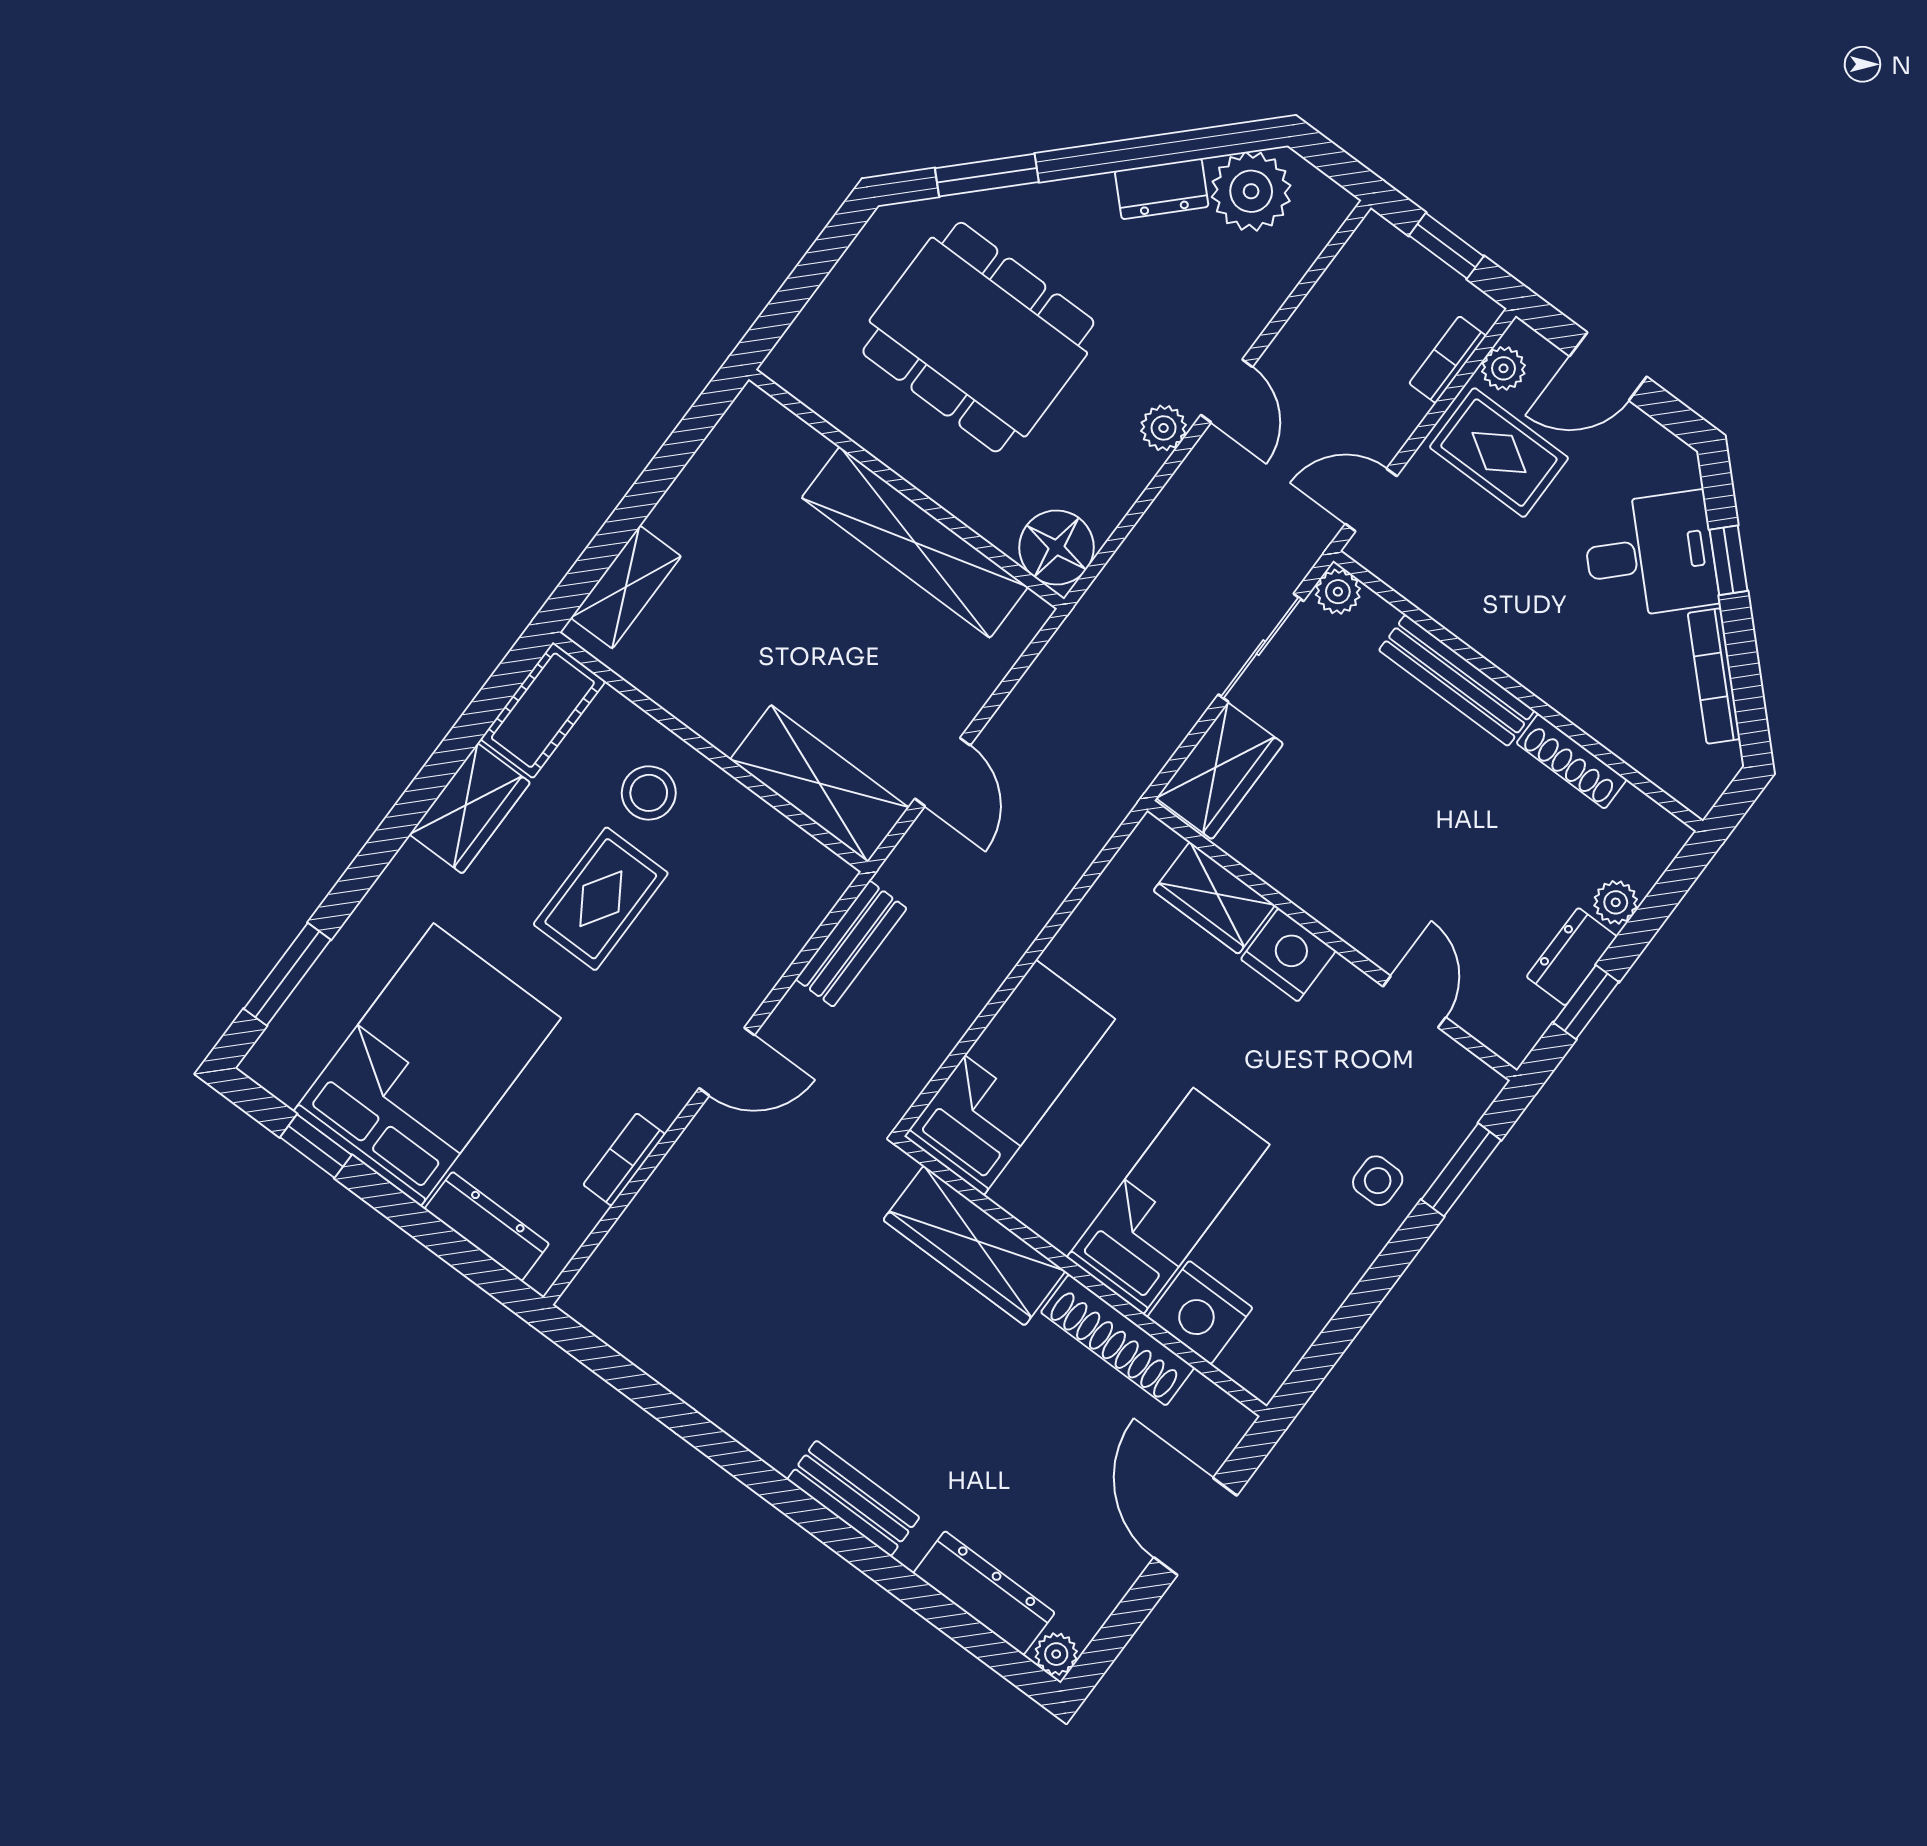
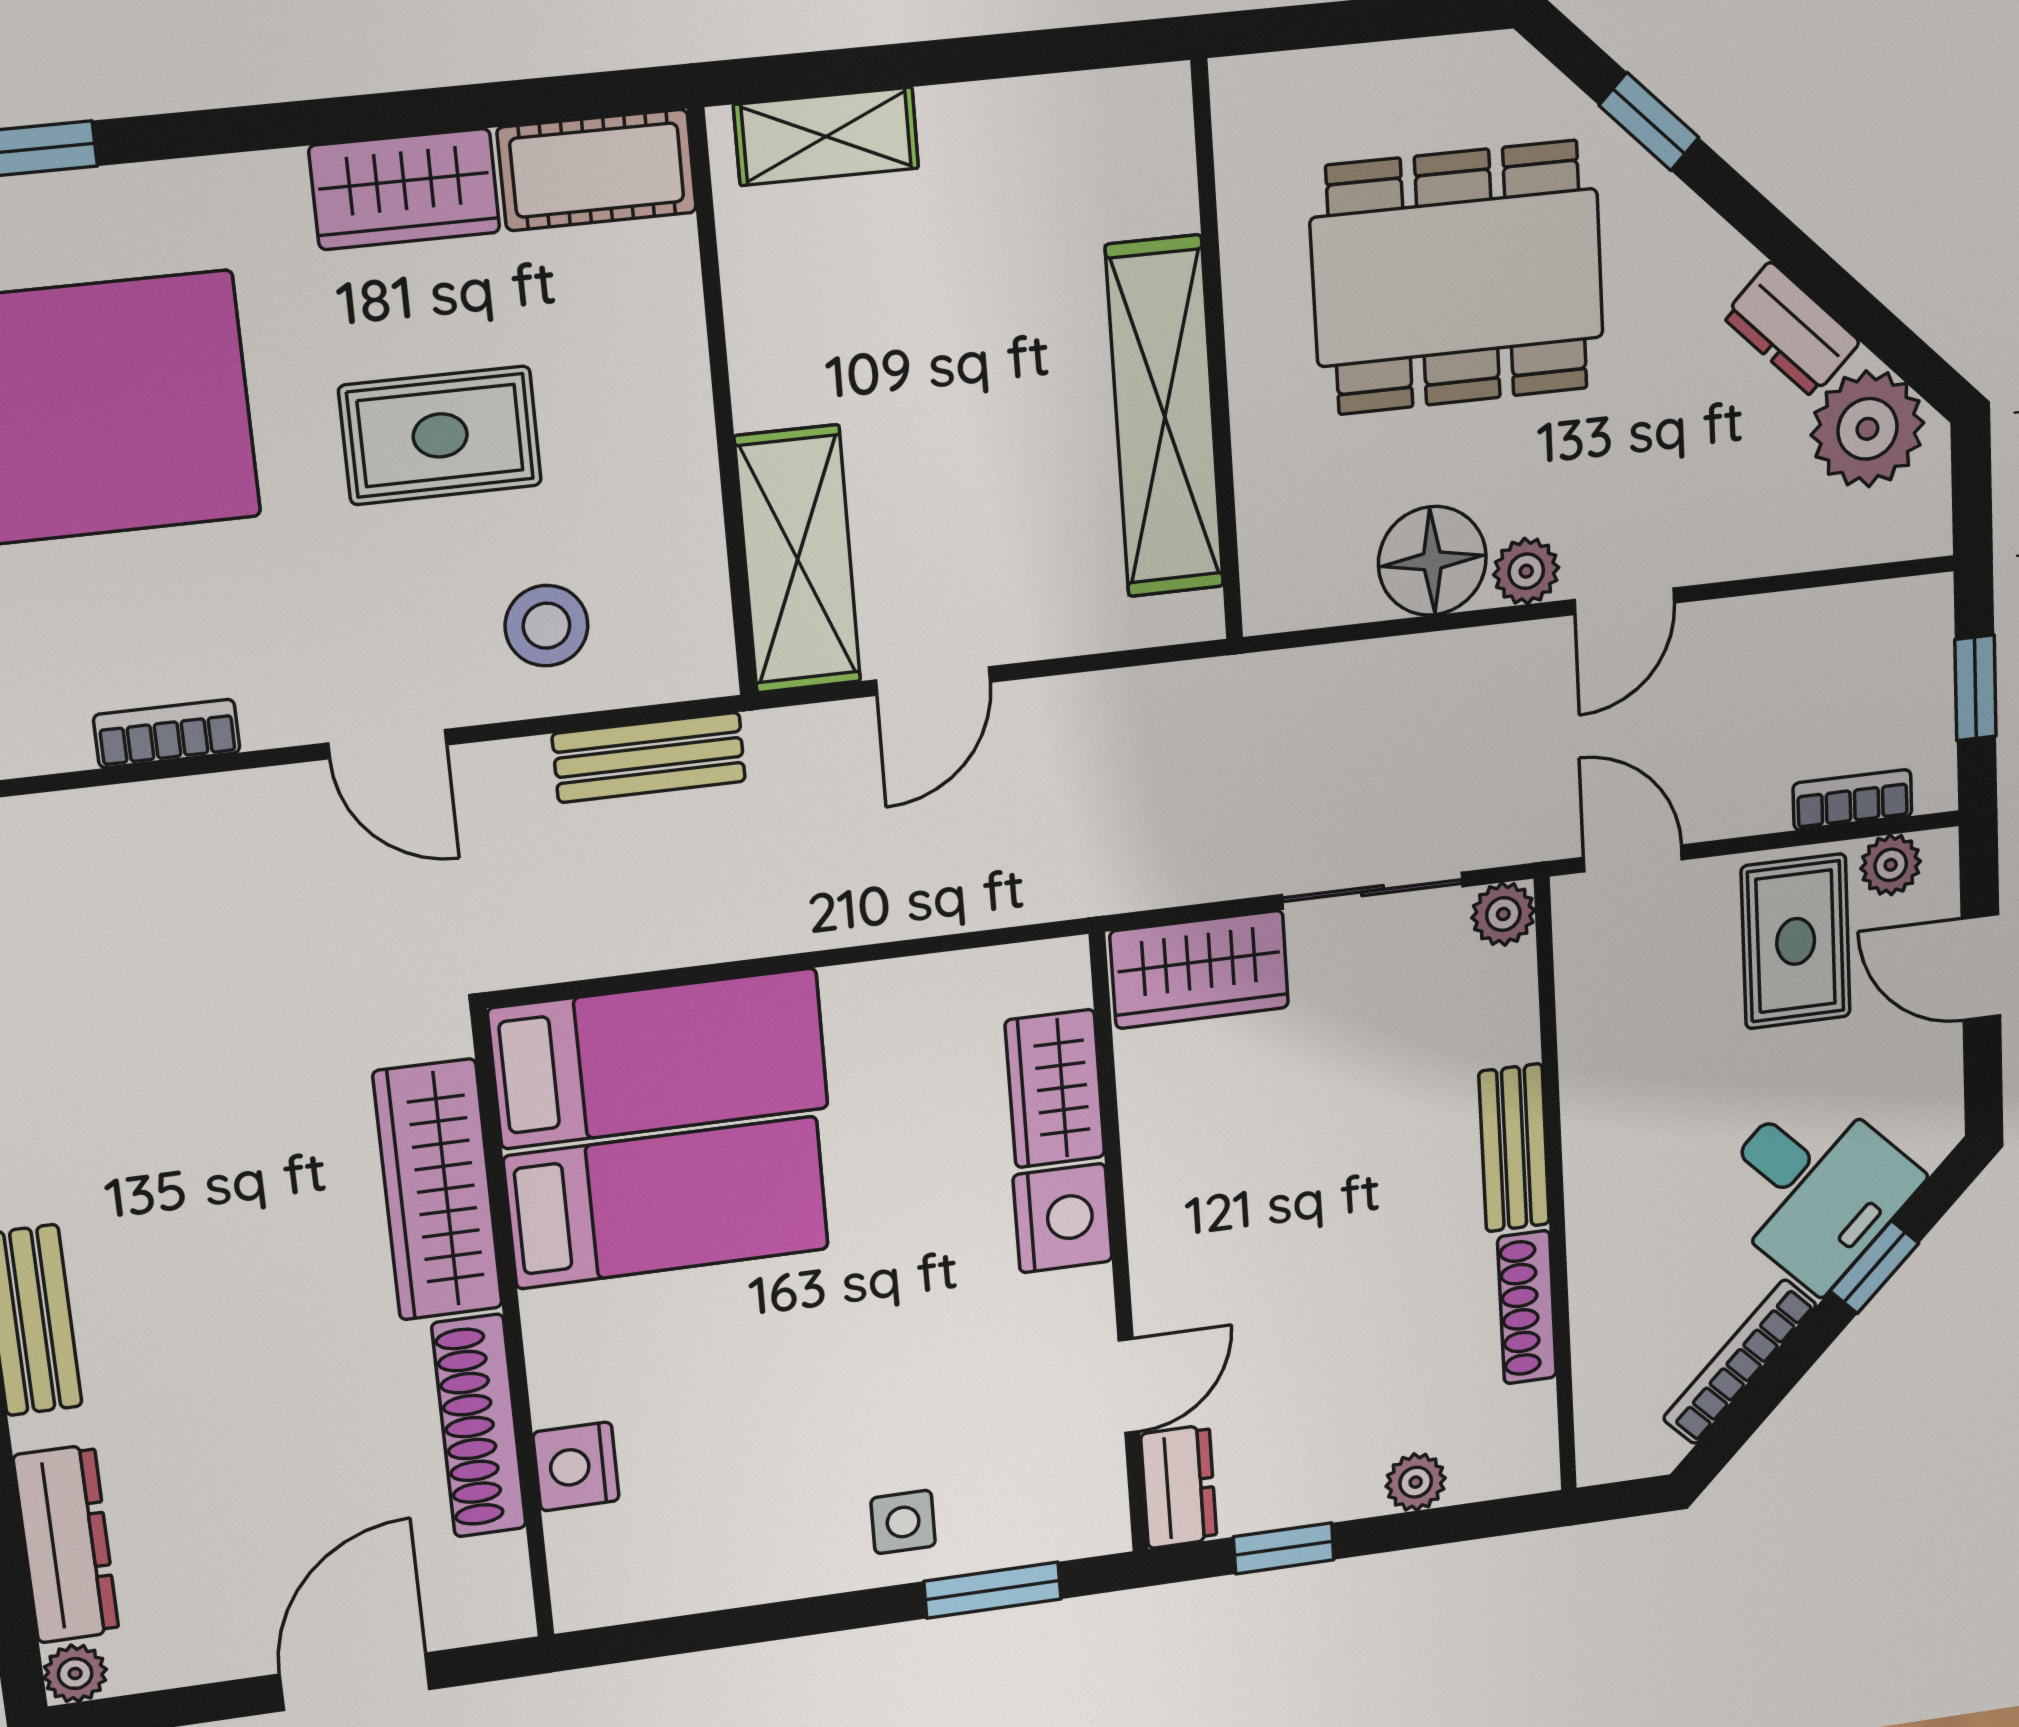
window: (987, 175) -> (1649, 121), width x0.67
dining table: (978, 337) -> (1457, 278), turned 90
floor lamp: (1056, 548) -> (1432, 561), moved
bench: (1457, 680) -> (1514, 1148), width x0.73
stool: (649, 793) -> (546, 626), moved
dresser: (1572, 957) -> (1179, 1487), moved, turned 90
bed: (1168, 1201) -> (667, 1203), moved
nightstand: (1200, 1313) -> (576, 1466), width x0.74, depth x0.75

